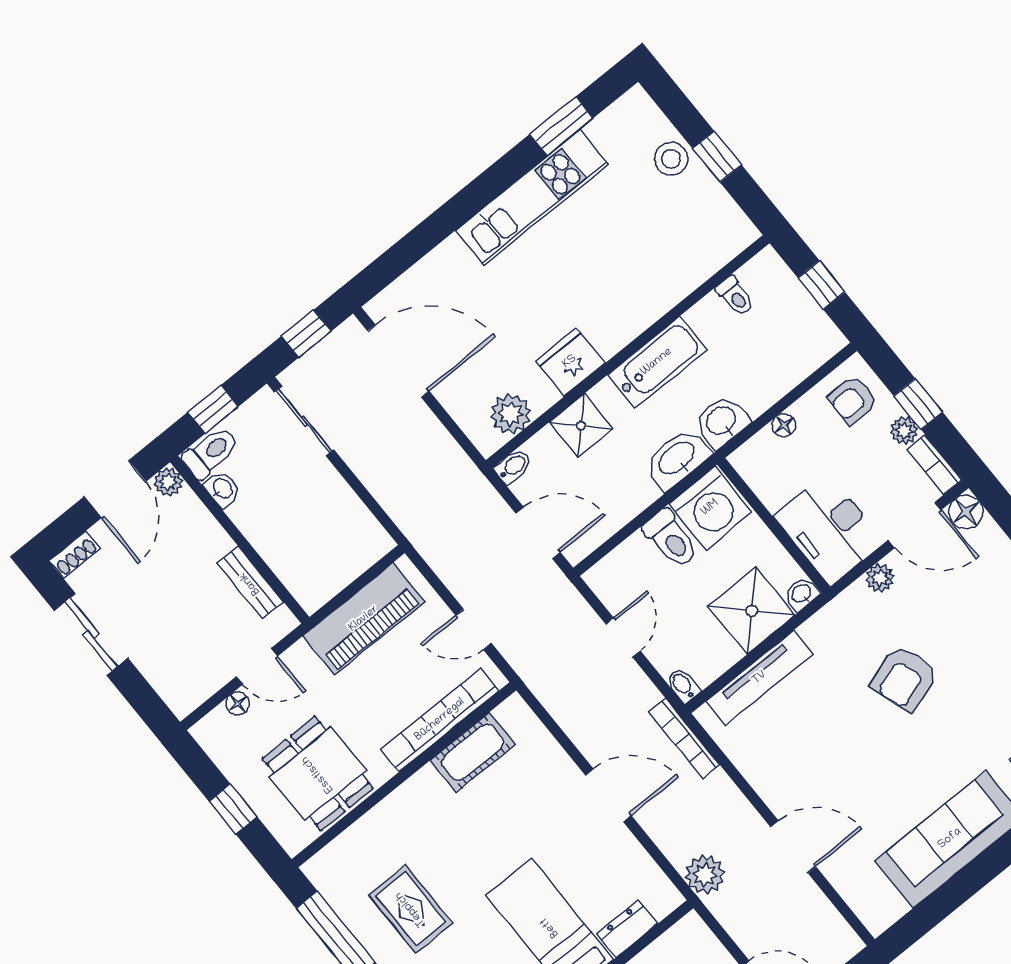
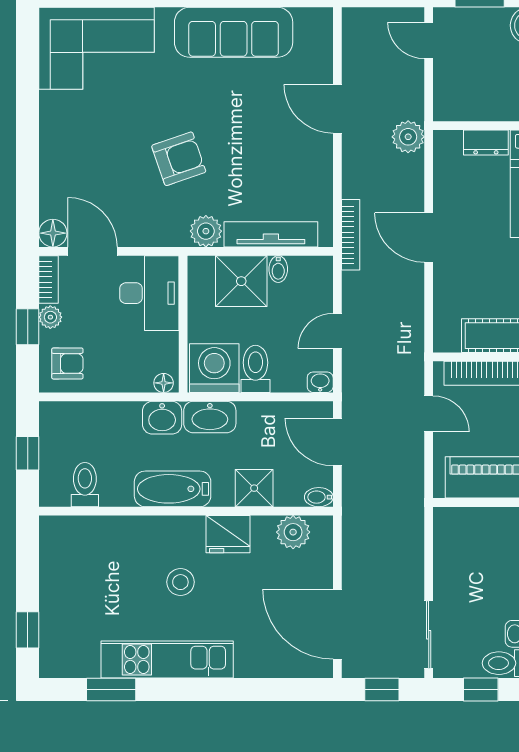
window: (717, 157) -> (28, 630), moved
stool: (671, 159) -> (180, 582), moved
toilet: (735, 296) -> (85, 485), width x1.37, depth x1.39
floor lamp: (784, 425) -> (164, 383), moved
plant: (880, 578) -> (206, 231), moved, width x1.38, depth x1.38
washbasin: (802, 594) -> (320, 382), moved, turned 180
bidet: (683, 685) -> (278, 269), moved

